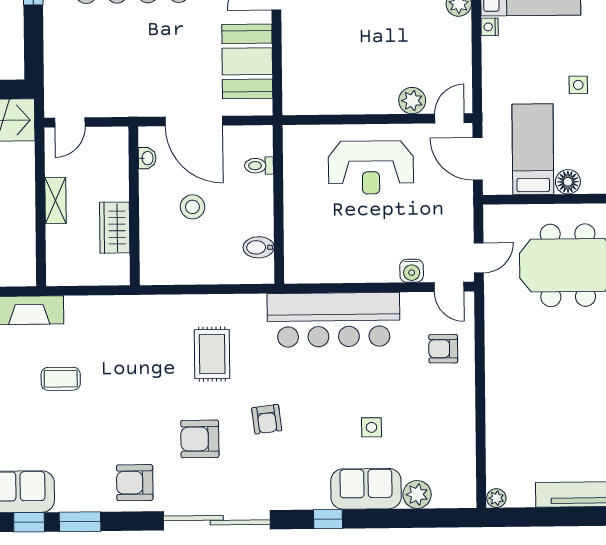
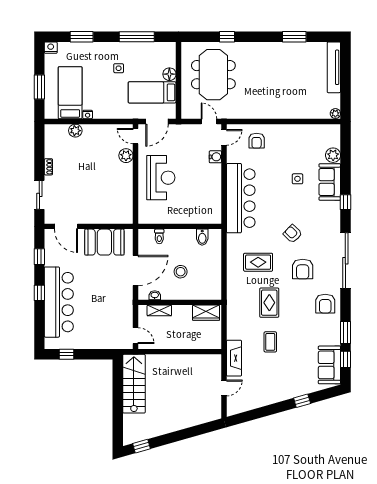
shelving: (55, 200) -> (159, 310), moved
wardrobe: (115, 228) -> (206, 313), moved
rug: (135, 376) -> (269, 303), added
armchair: (267, 419) -> (293, 234), turned -129

